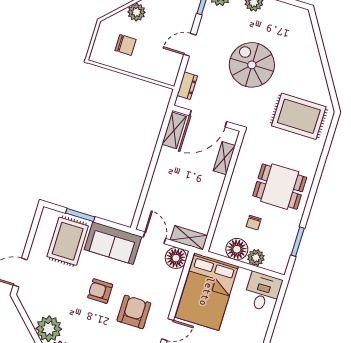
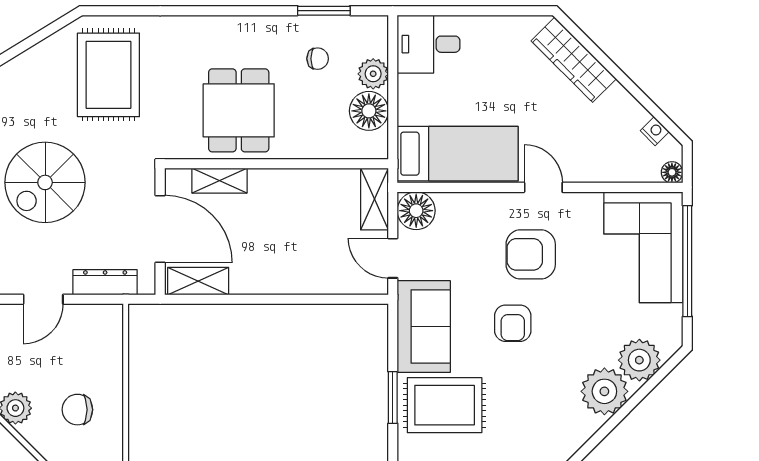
chair: (125, 45) -> (77, 410), turned -90
door: (190, 45) -> (43, 299), hinge flipped
dresser: (187, 86) -> (105, 282), width x1.44
dining table: (280, 187) -> (239, 110), moved
chair: (254, 223) -> (318, 59), moved
door: (154, 238) -> (393, 258), hinge flipped
bed: (207, 292) -> (458, 154), width x0.67

